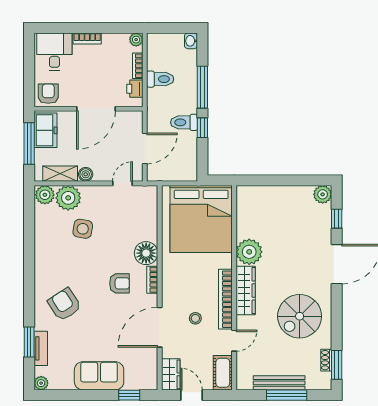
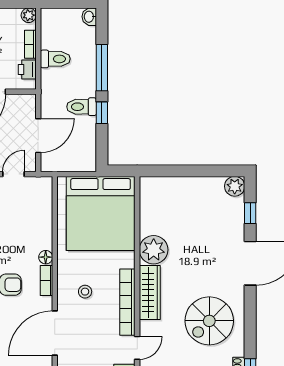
floor lamp: (146, 253) -> (46, 257), width x0.53, depth x0.53
stool: (195, 318) -> (85, 292), moved

